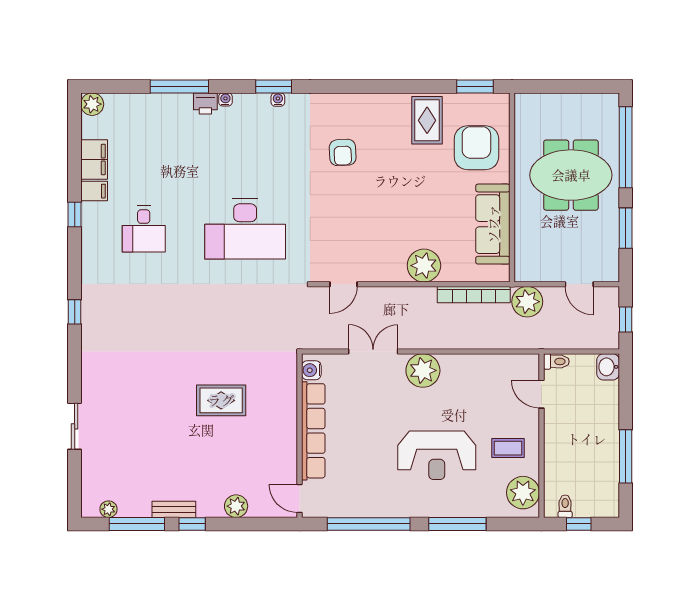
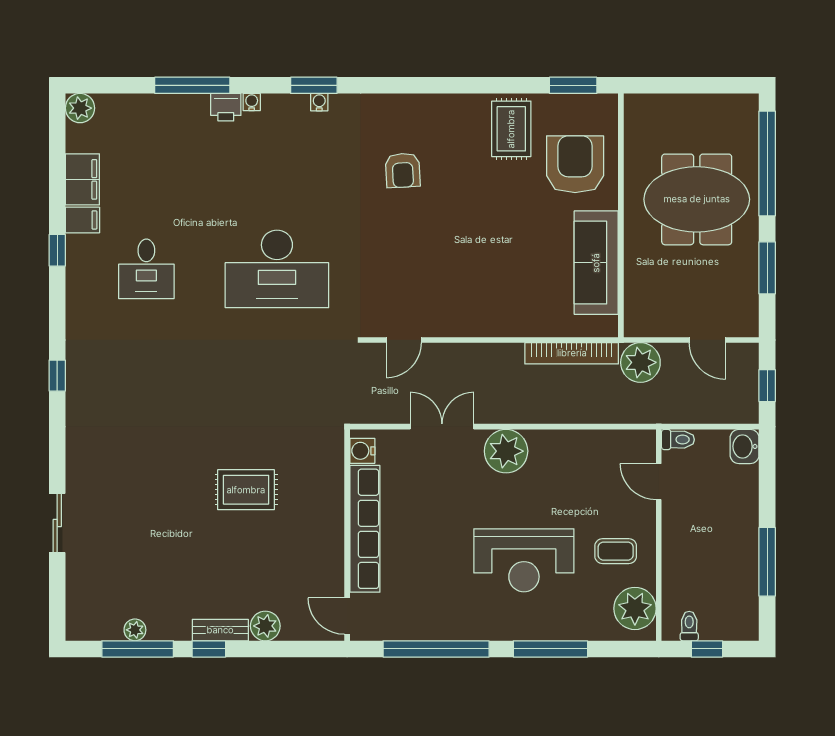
plant: (424, 266) -> (507, 316), removed
plant: (108, 509) -> (135, 630), moved
bench: (174, 509) -> (220, 630), moved

